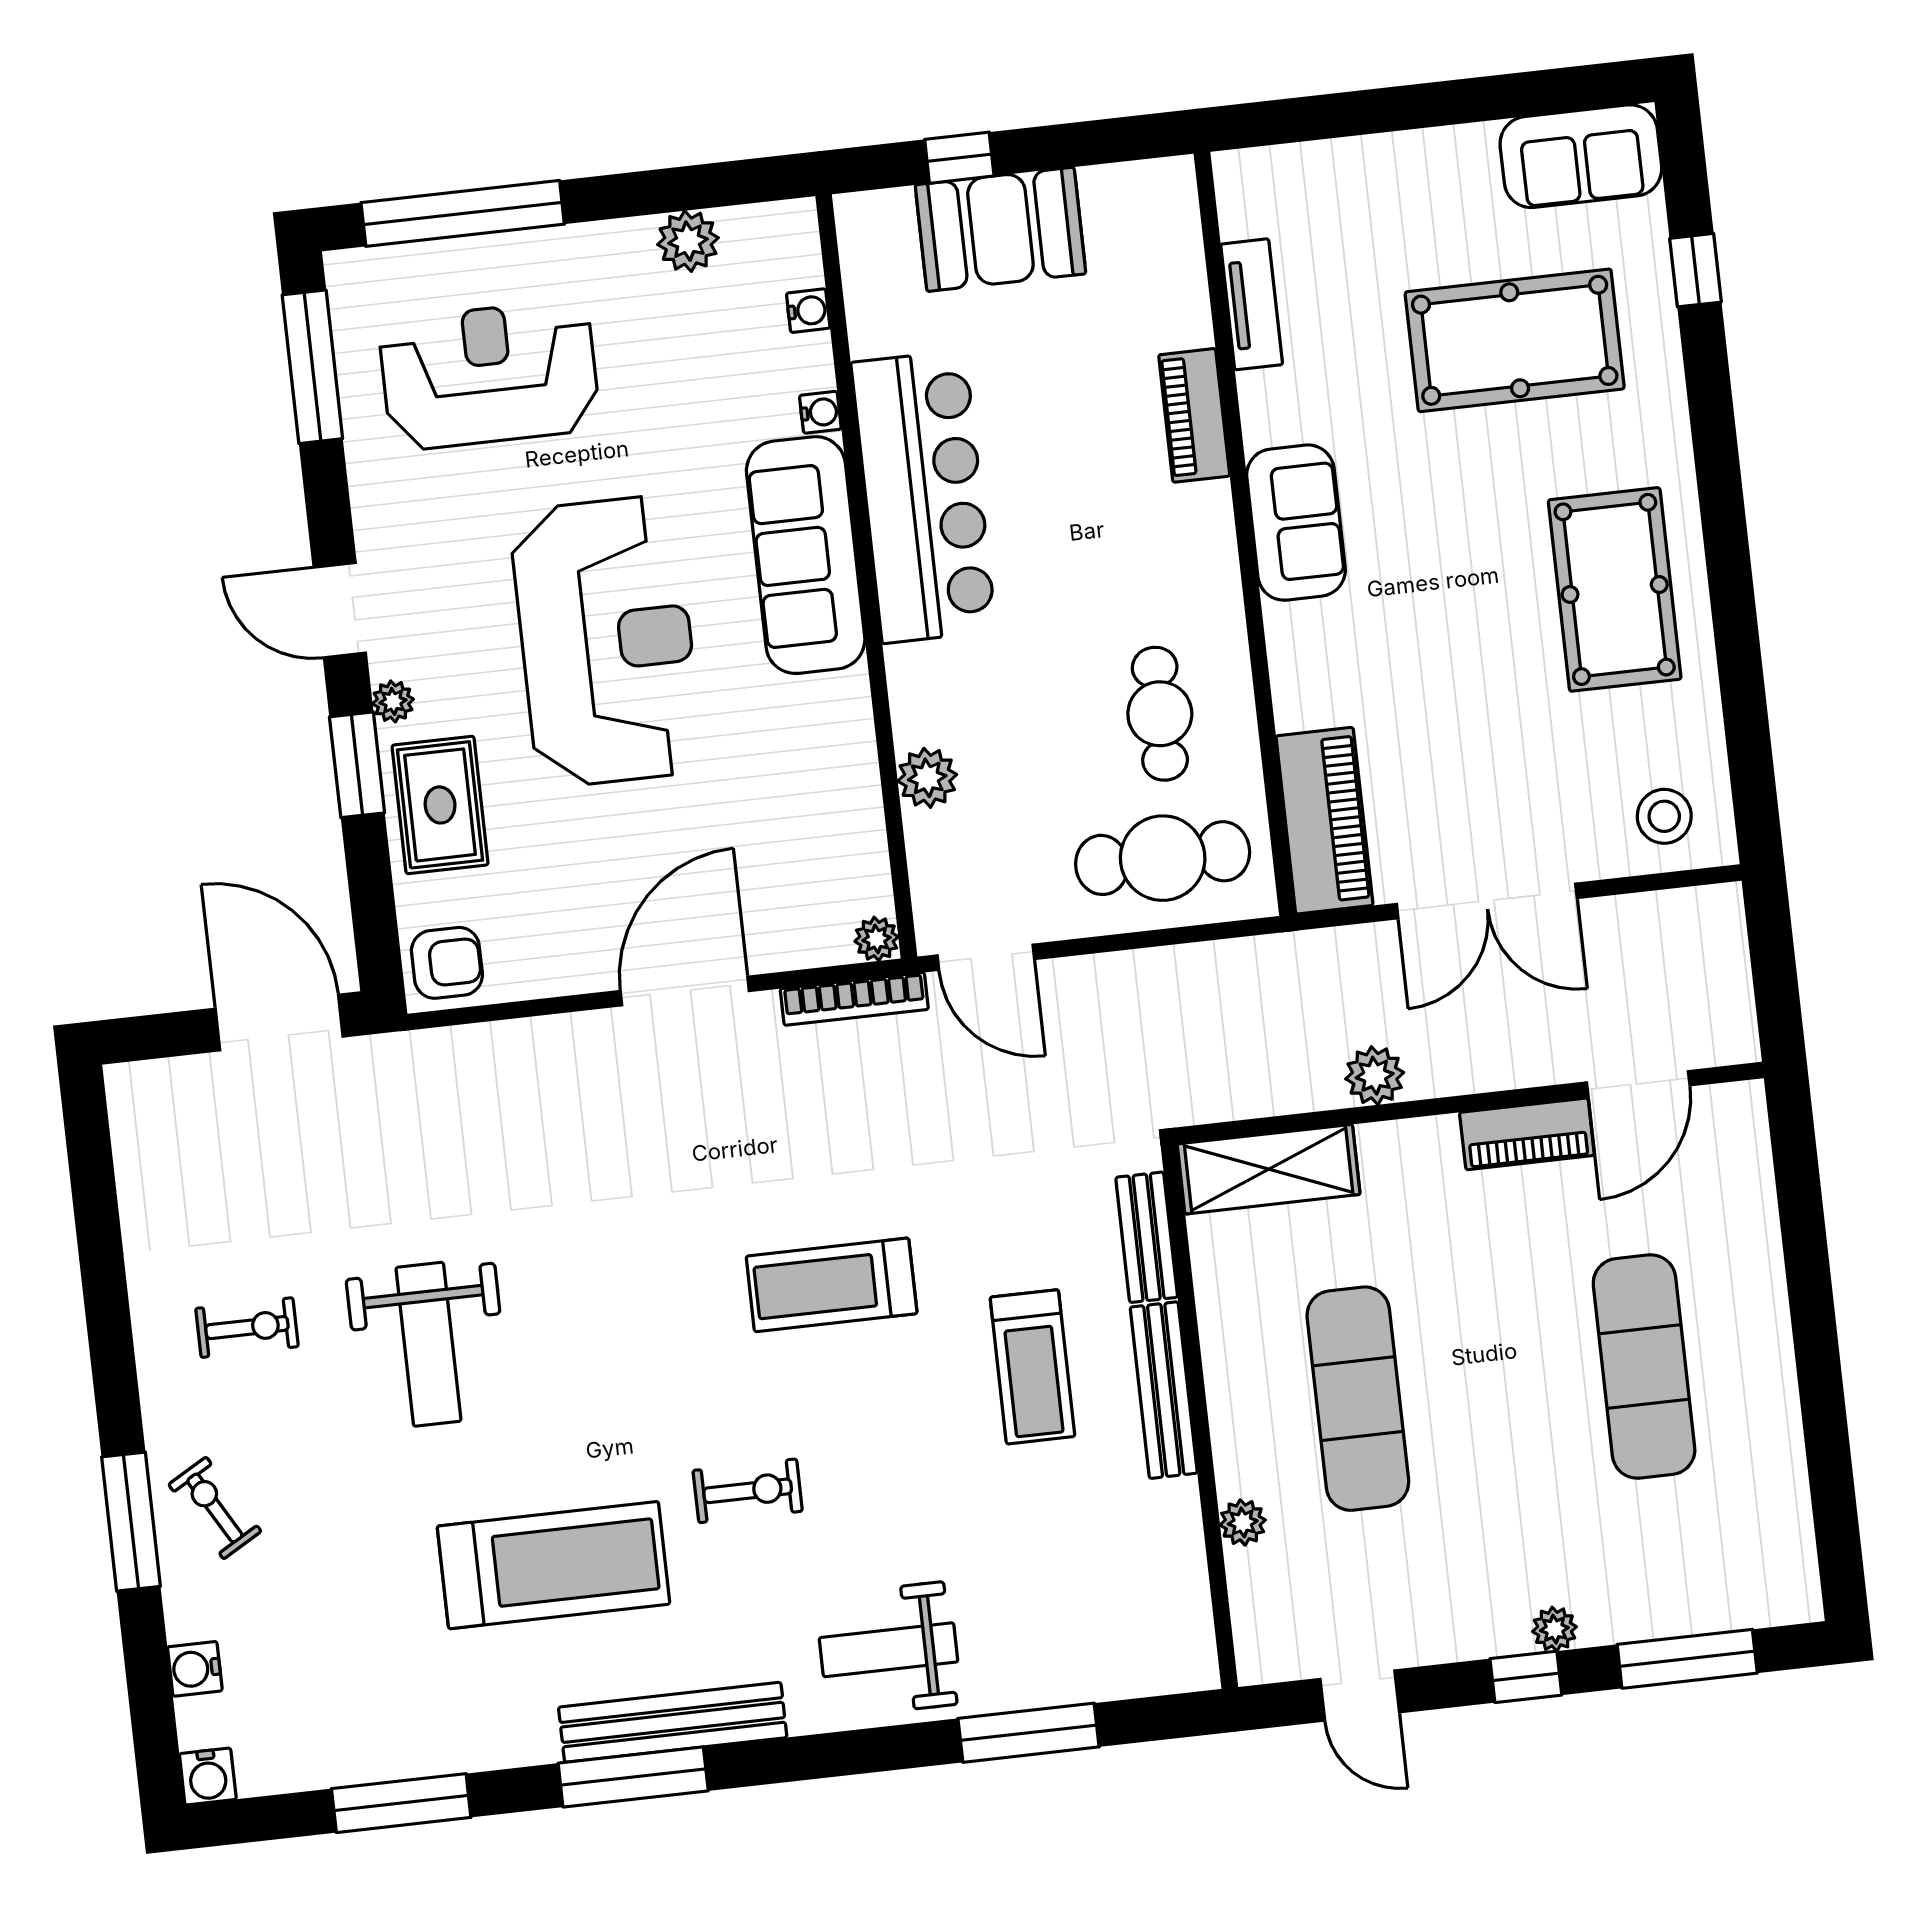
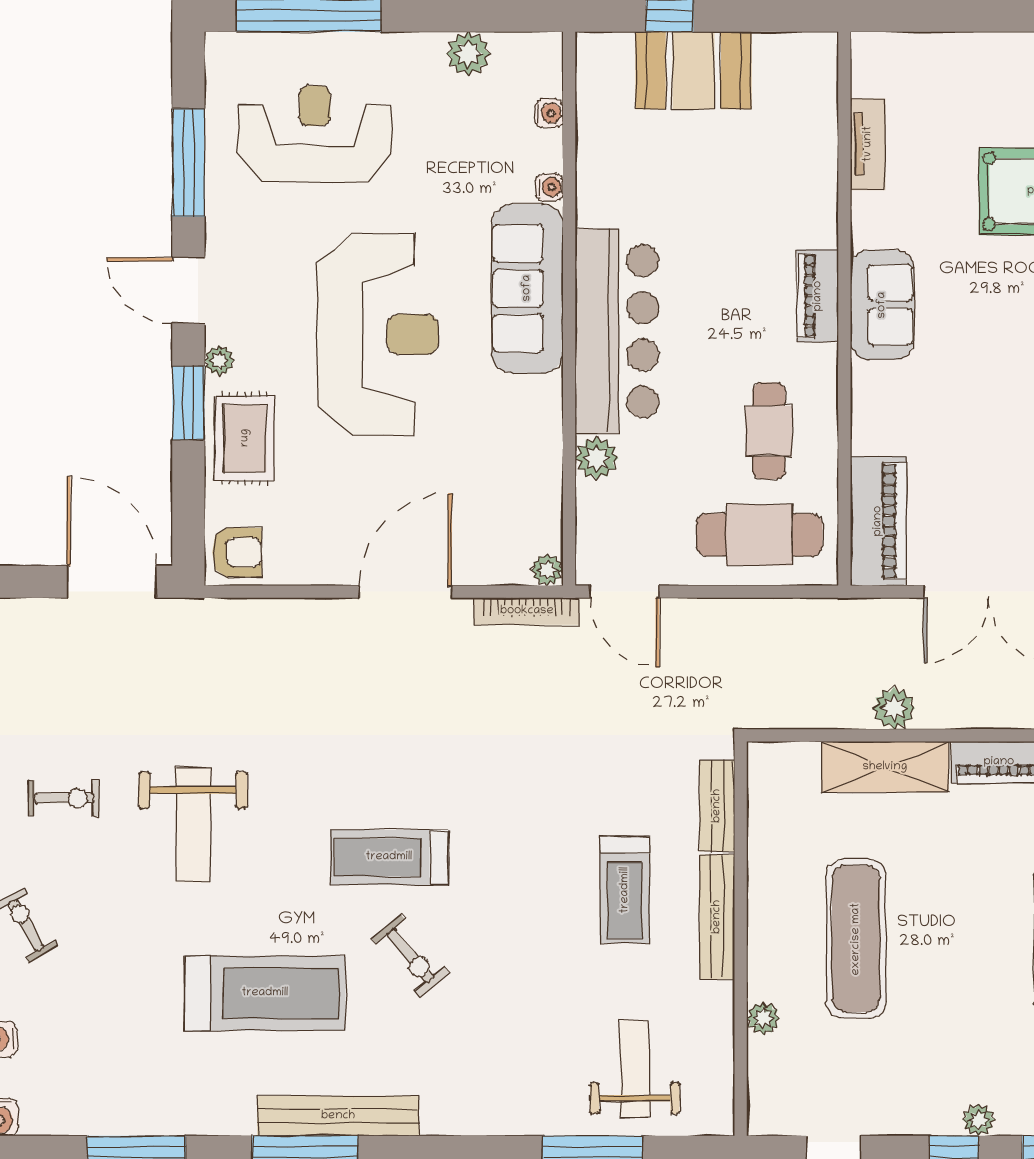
window: (312, 367) -> (188, 163), moved
piano: (1194, 415) -> (818, 296), moved
bar counter: (924, 497) -> (617, 331), moved
shelving: (1269, 1169) -> (885, 767), moved
treadmill: (832, 1285) -> (389, 857), moved
exercise bike: (748, 1491) -> (410, 956), turned 50
weight bench: (889, 1650) -> (635, 1069), moved, turned 90

